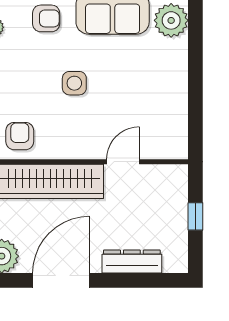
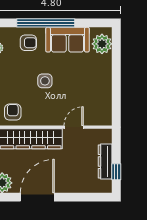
window: (195, 216) -> (116, 172), moved
dresser: (132, 261) -> (105, 162), moved, turned -90

